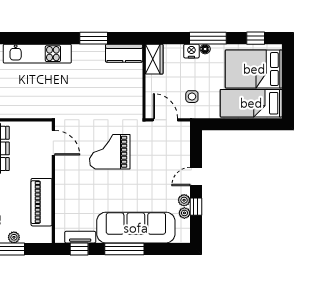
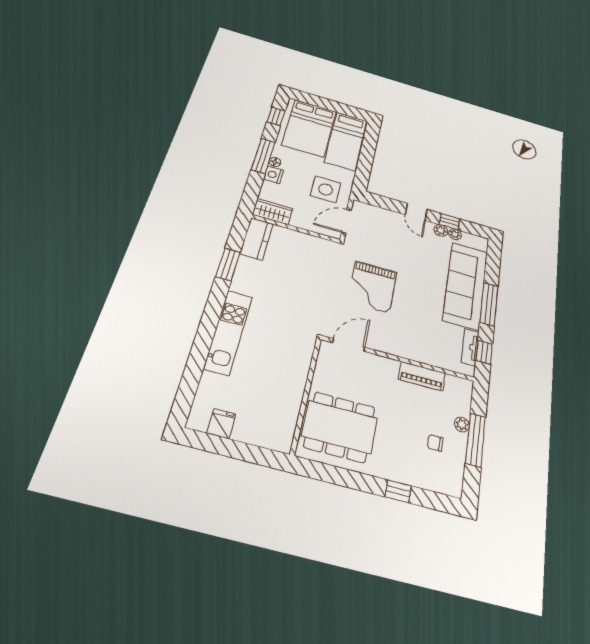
side table: (192, 97) -> (326, 189), width x1.87, depth x1.87
piano: (42, 202) -> (422, 376), width x0.73, depth x0.75

